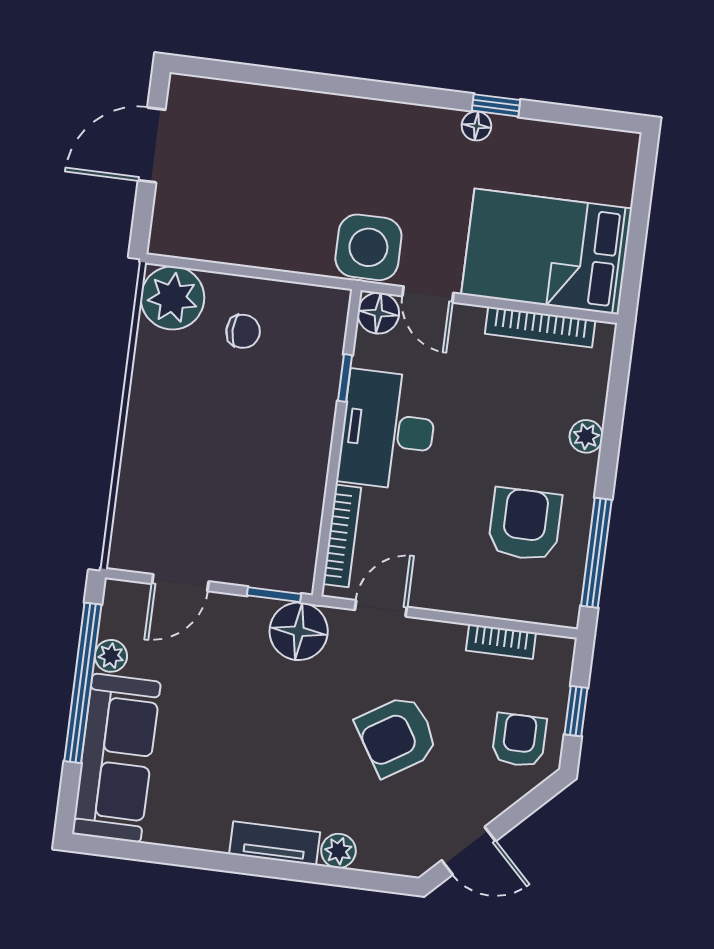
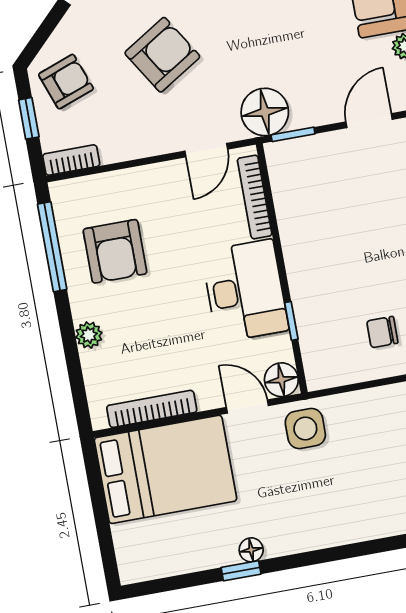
side table: (368, 247) -> (305, 429), width x0.73, depth x0.73
bookcase: (501, 642) -> (71, 160), moved
armchair: (519, 740) -> (66, 82), turned -110

